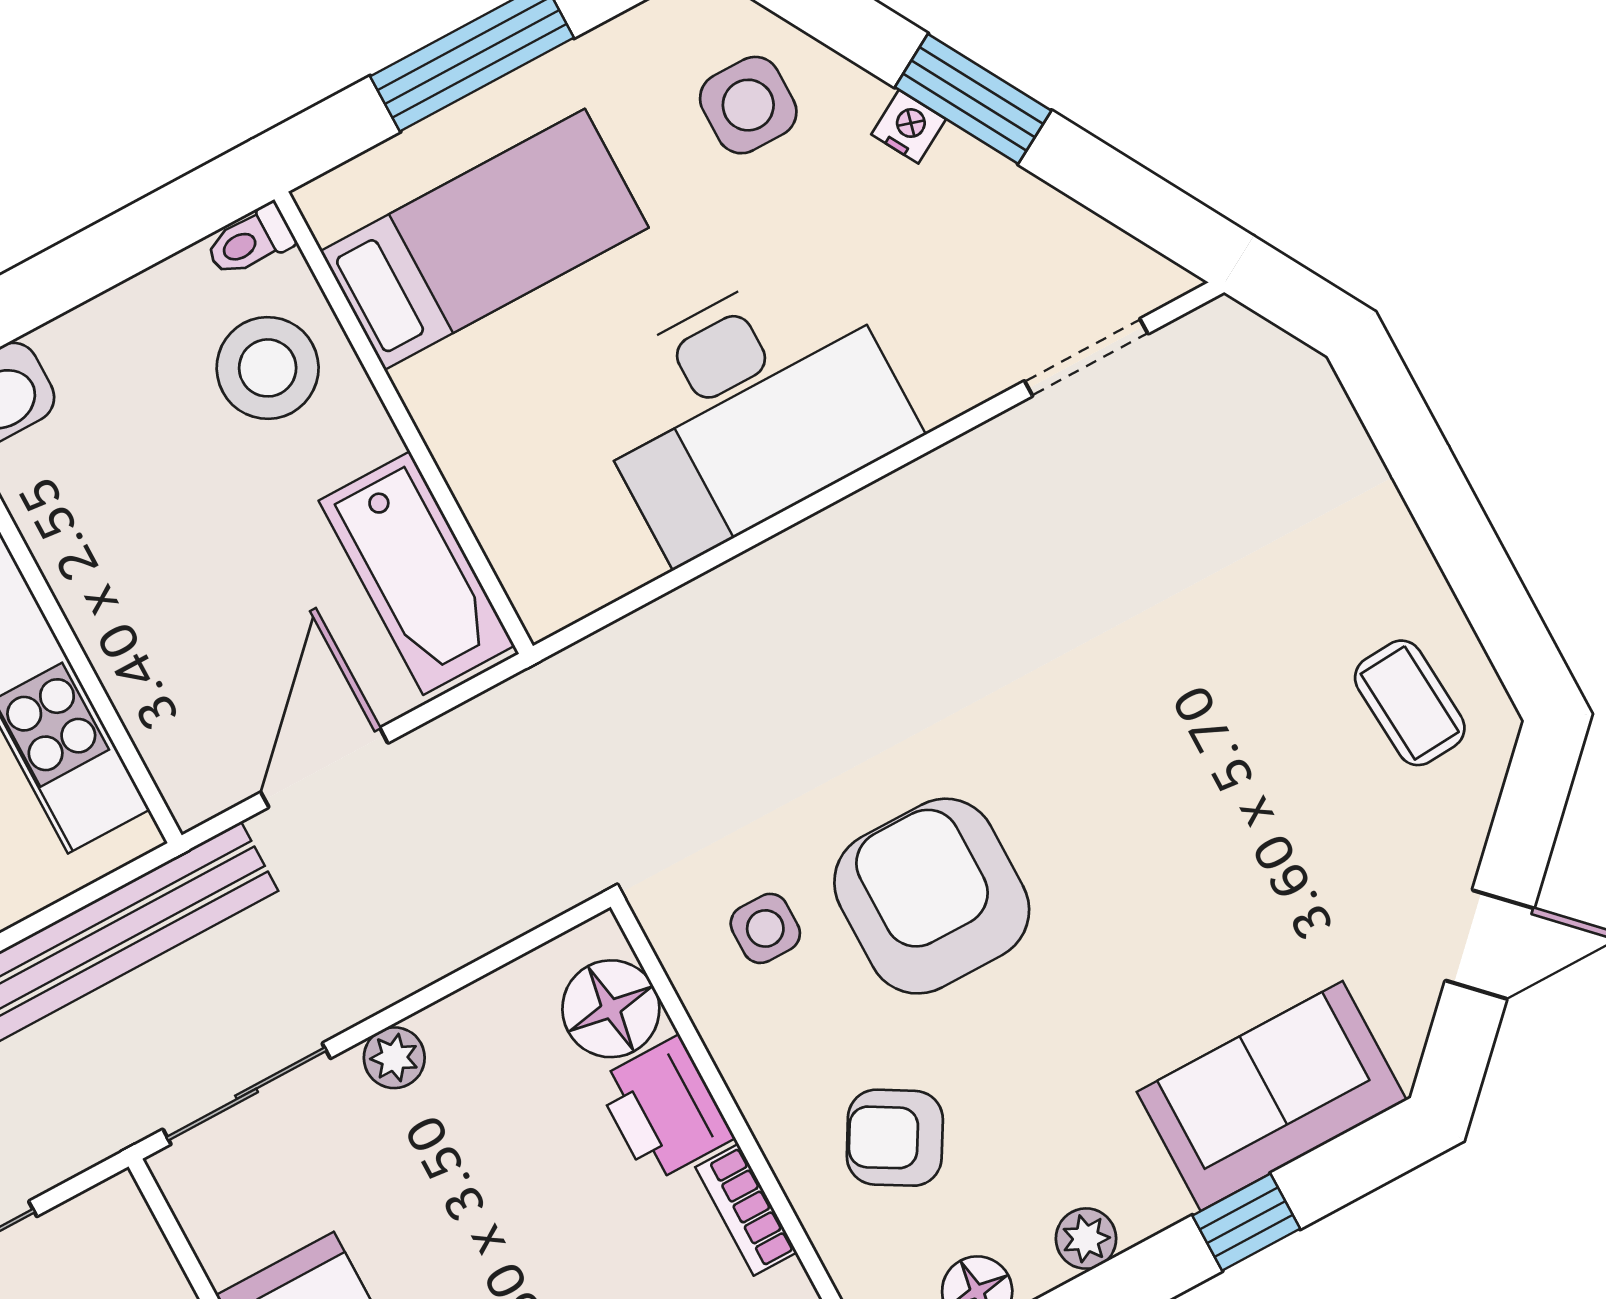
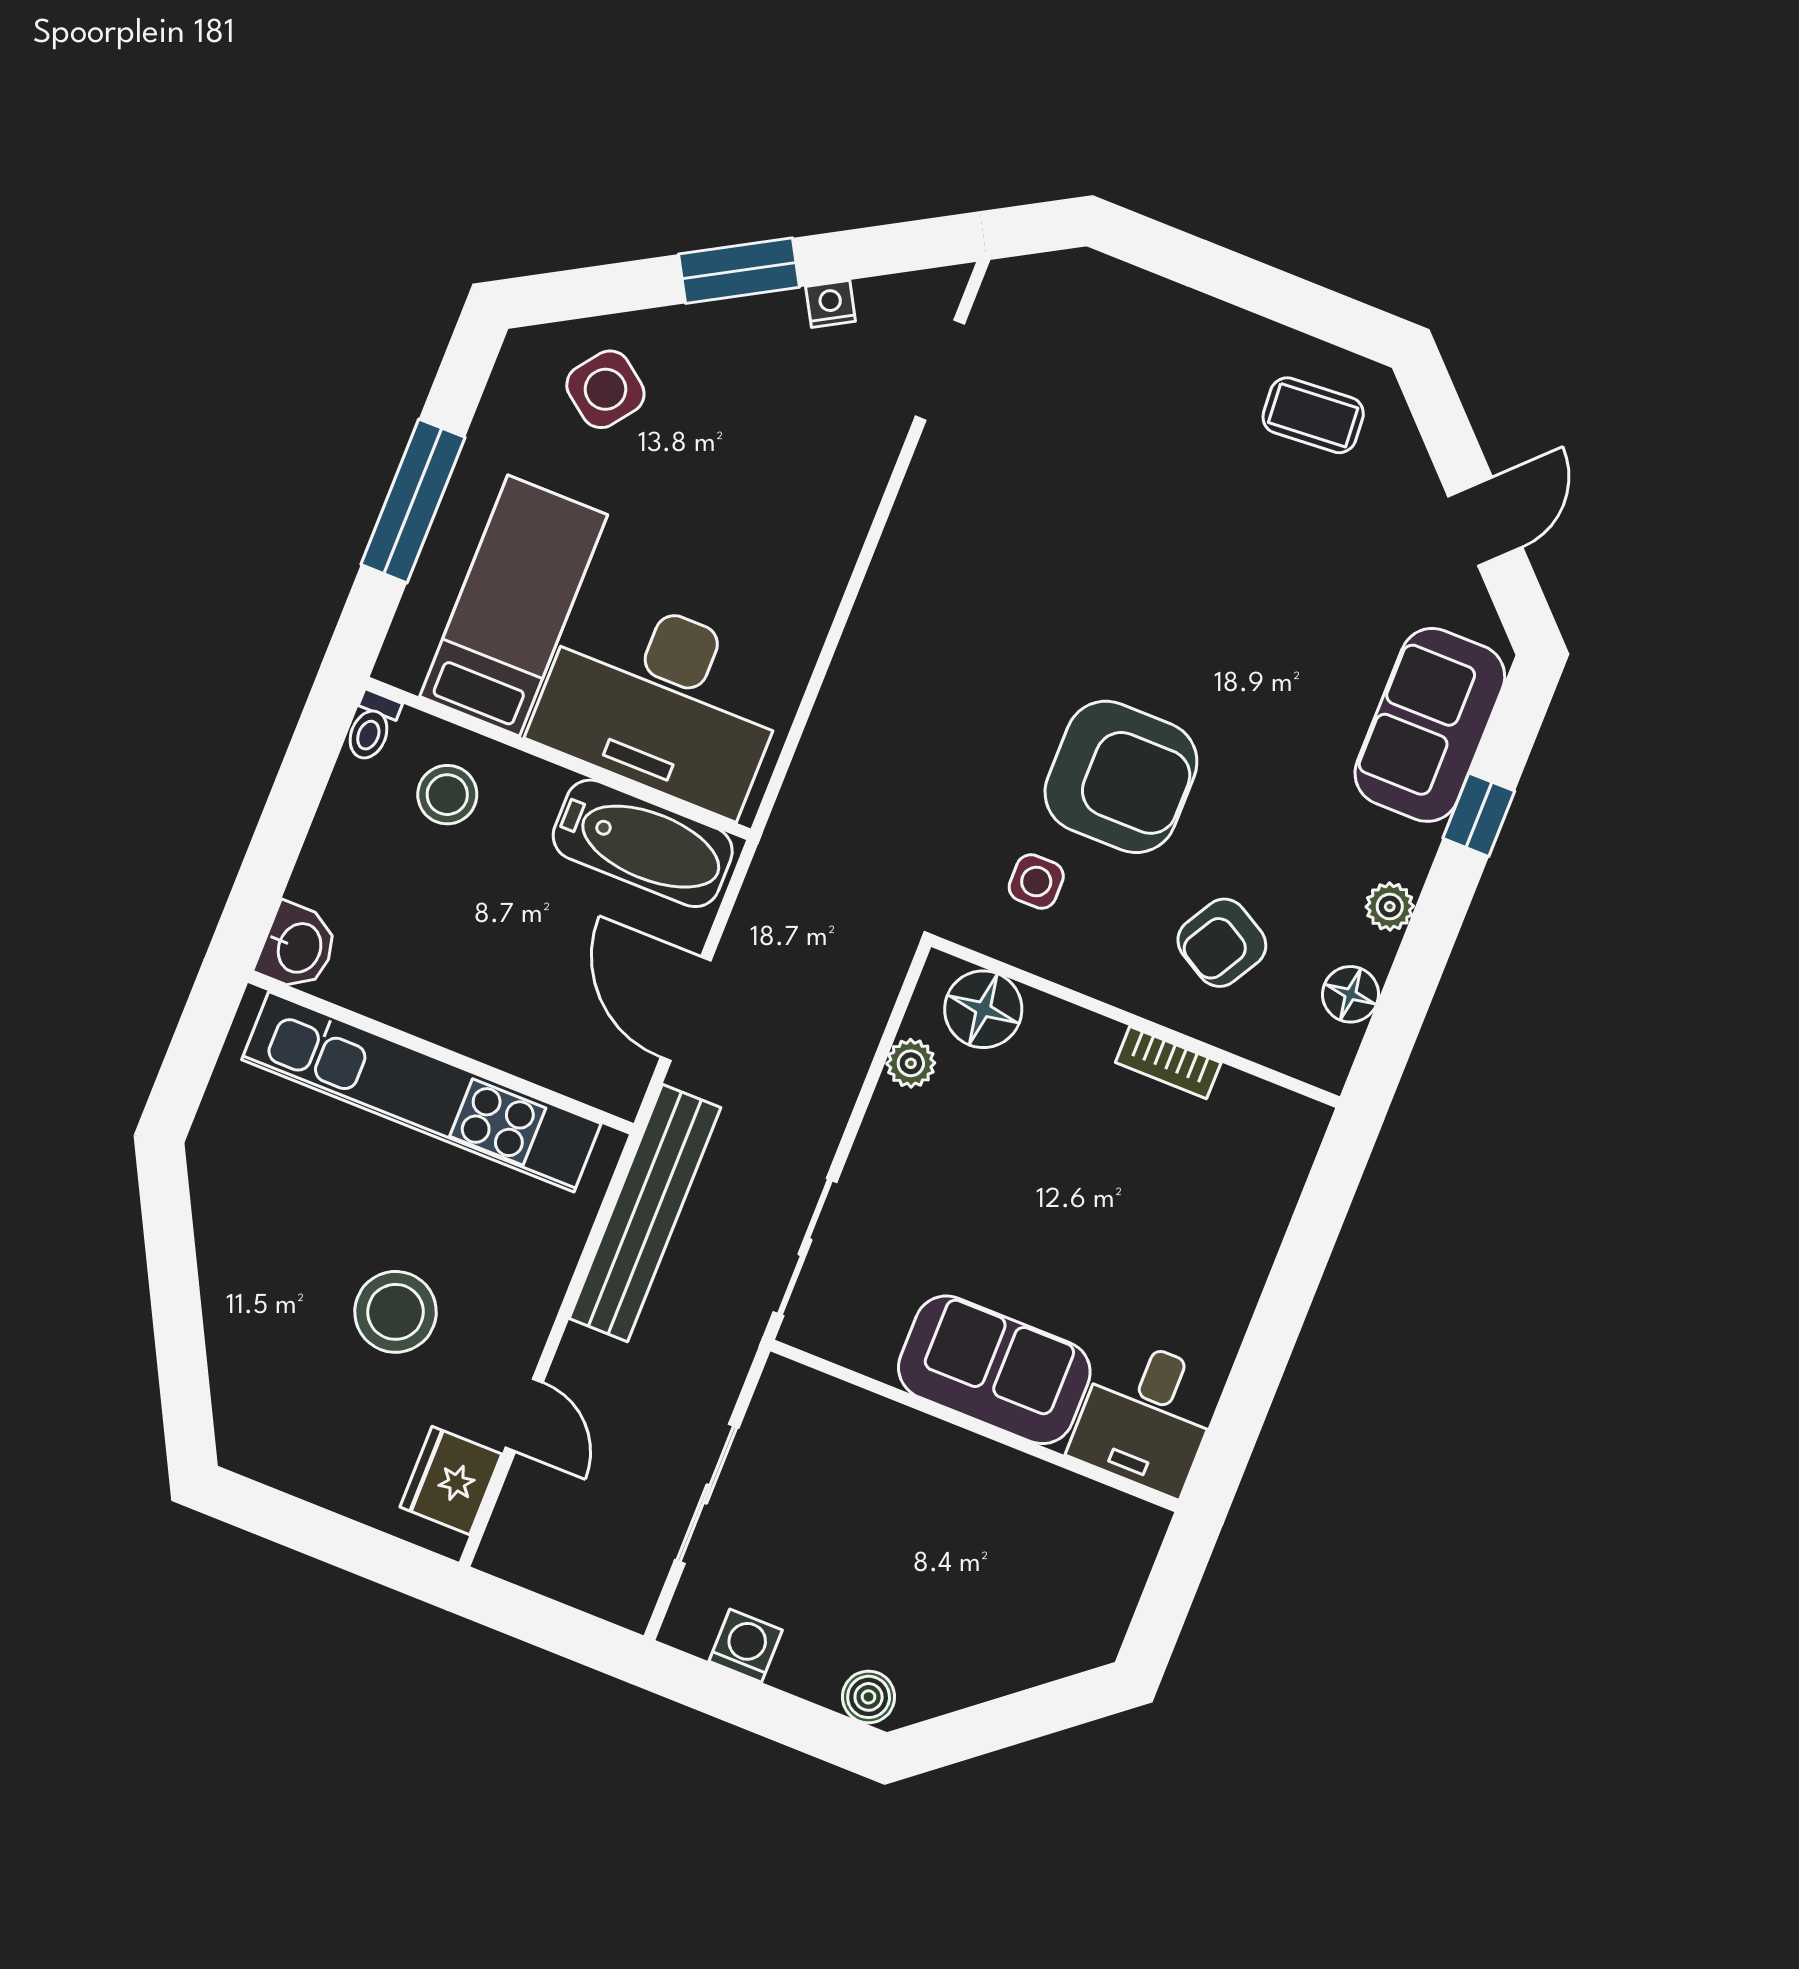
side table: (748, 105) -> (605, 389), turned 37
nightstand: (909, 127) -> (831, 304), moved
stool: (268, 368) -> (447, 795), width x0.73, depth x0.73
desk: (749, 408) -> (662, 701), moved, turned 90
armchair: (932, 896) -> (1121, 777), turned 180
plant: (394, 1058) -> (911, 1063), moved
printer: (664, 1109) -> (1067, 1043), removed

